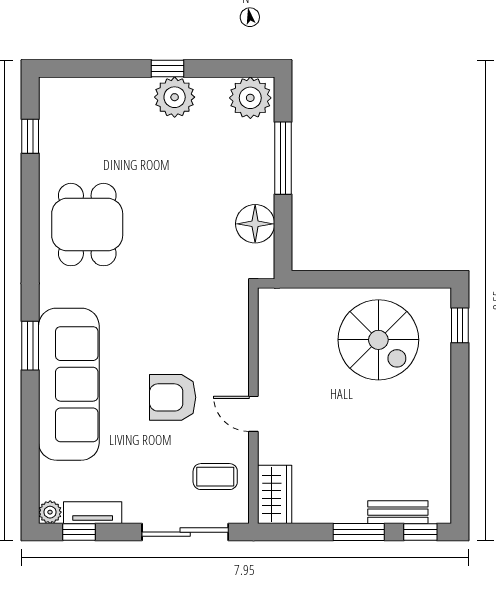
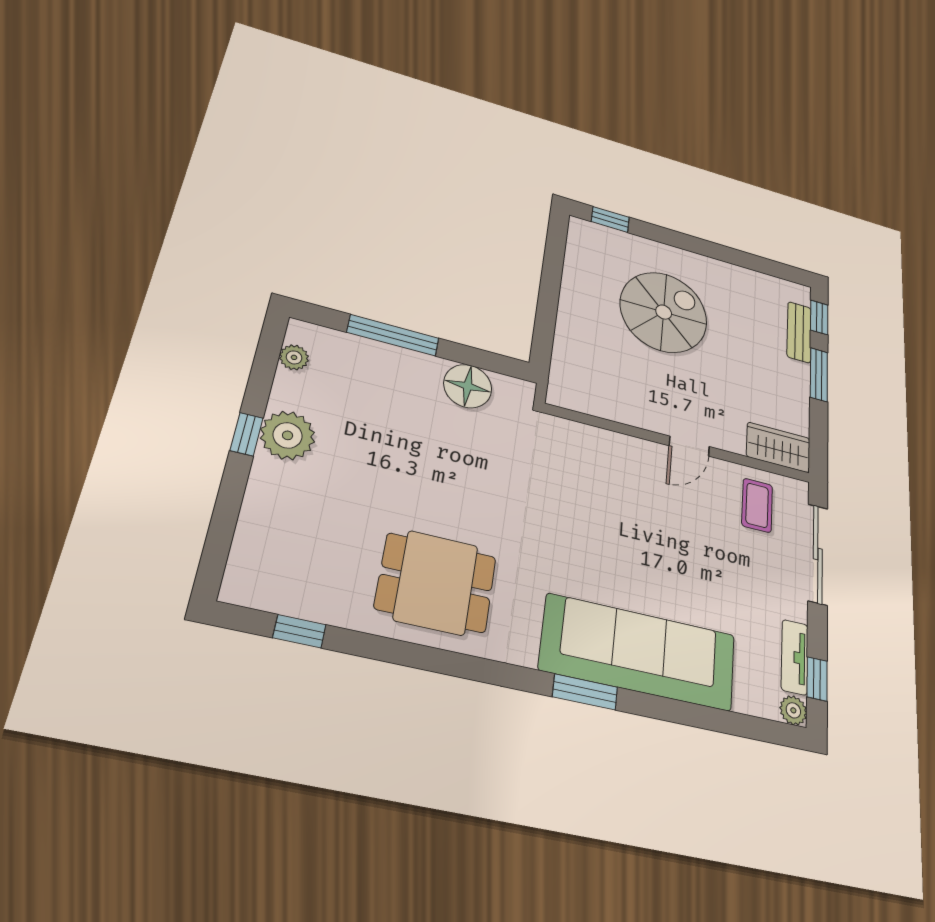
plant: (250, 98) -> (294, 357), width x0.53, depth x0.53
spiral stairs: (378, 340) -> (664, 312), moved
armchair: (173, 397) -> (664, 530), removed

